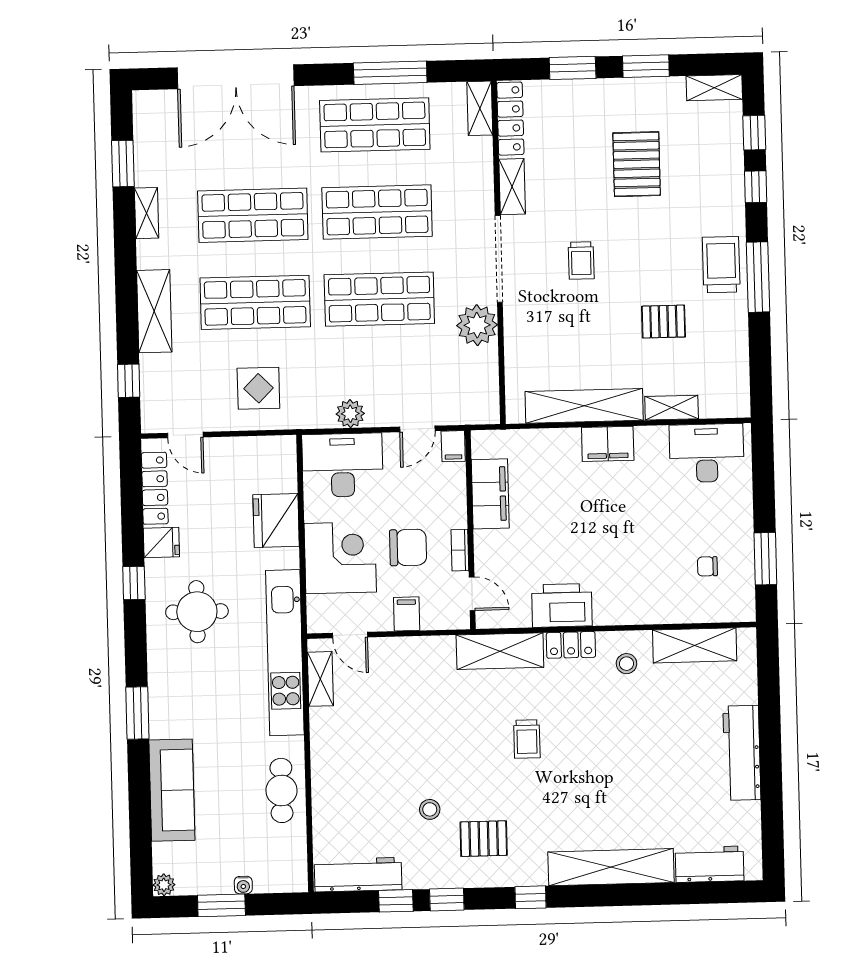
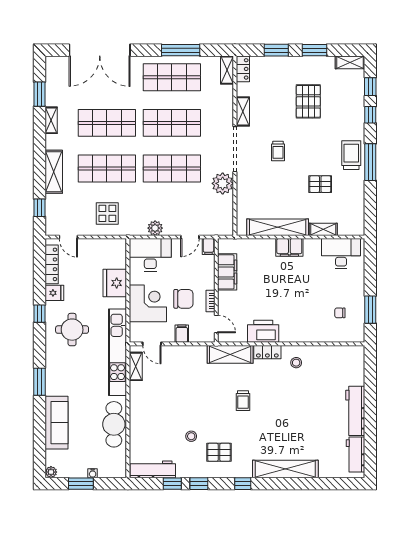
locker: (510, 119) -> (243, 69), width x0.66
shelving: (695, 645) -> (332, 354), removed
cafe table: (281, 790) -> (114, 424), width x1.37, depth x1.35
workbench: (710, 864) -> (355, 455), moved, turned -90

